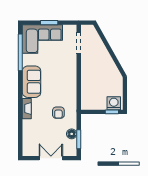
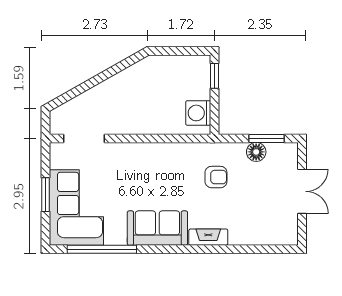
washing machine: (114, 103) -> (198, 113), moved
double door: (51, 158) -> (302, 191), swing flipped

